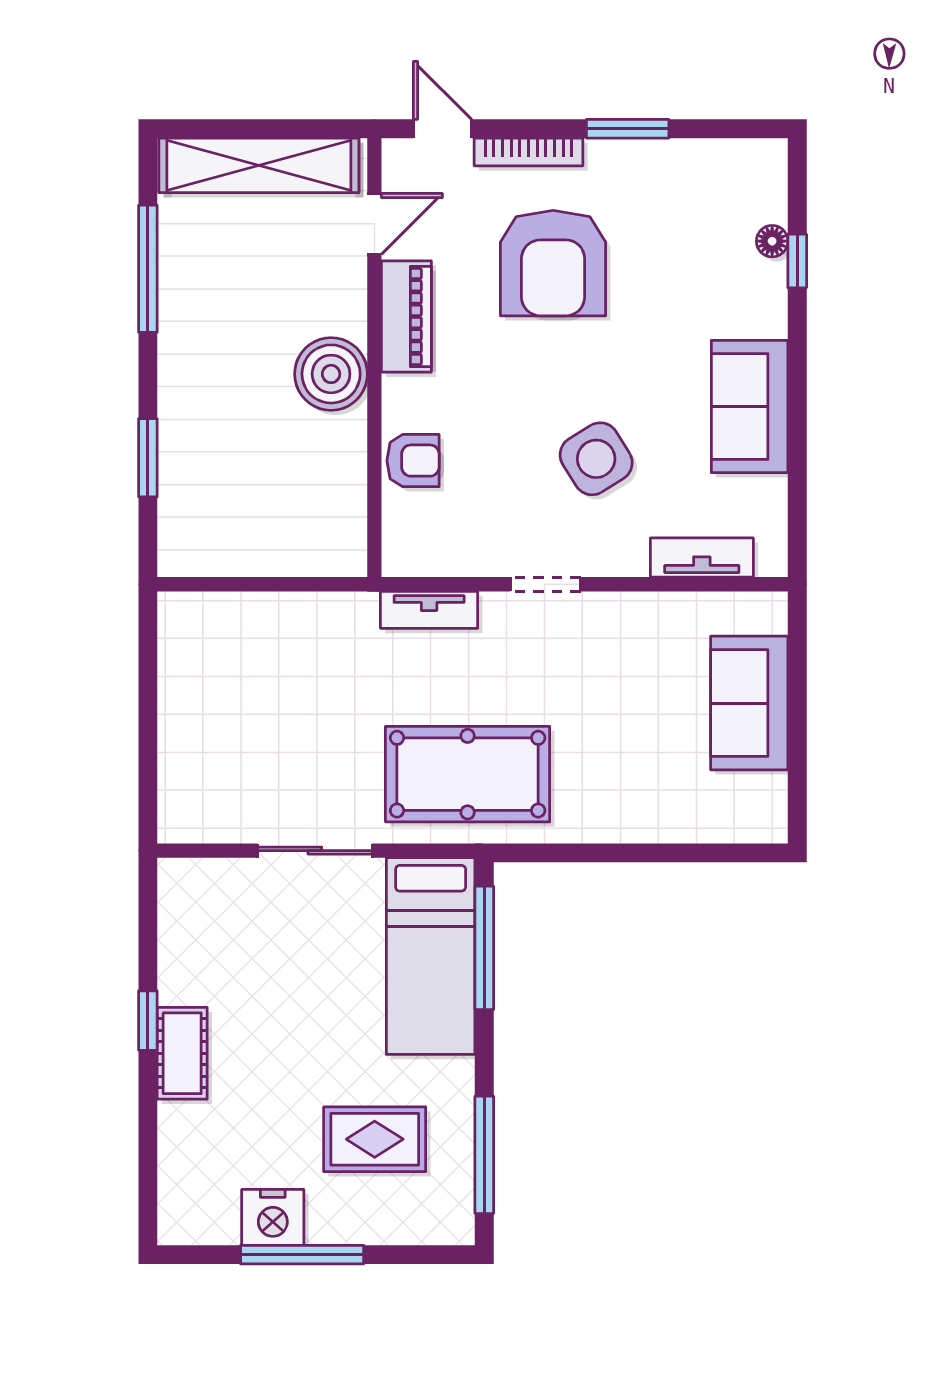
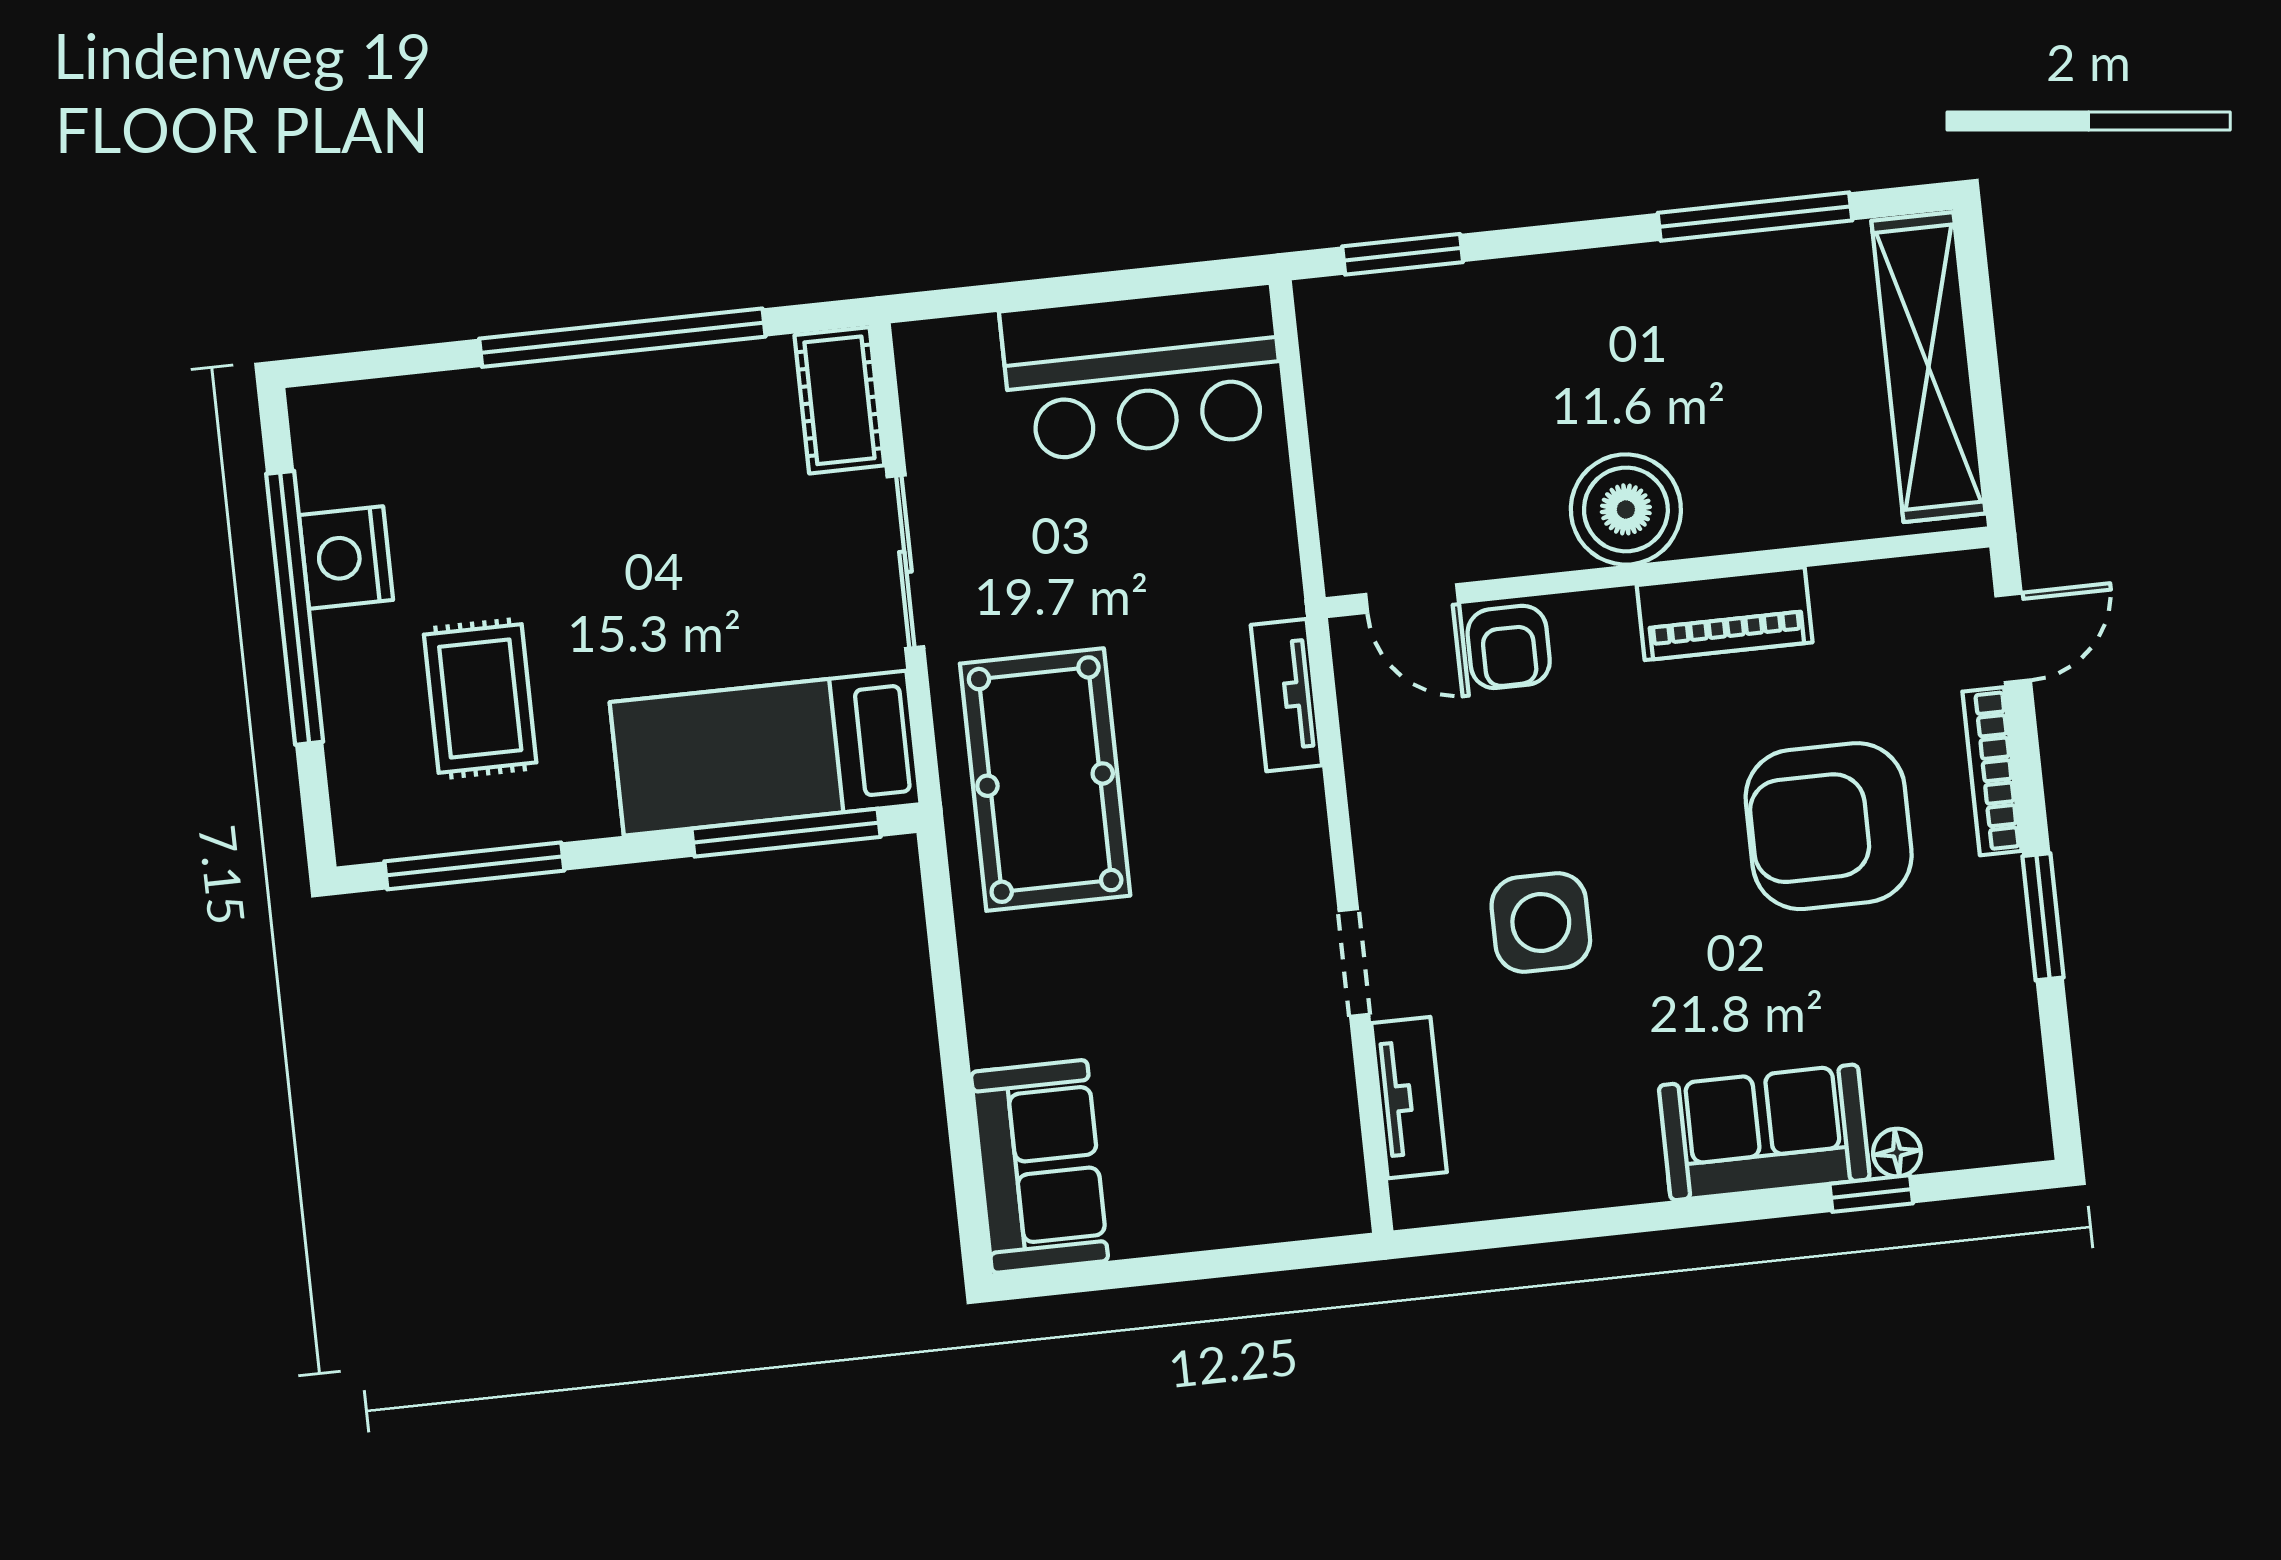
door: (374, 224) -> (1412, 598), moved
sofa: (750, 407) -> (1764, 1132), moved
window: (148, 458) -> (1403, 254), moved
side table: (596, 459) -> (1541, 922), turned 32
doorway: (545, 584) -> (1354, 963), moved
bar counter: (207, 681) -> (1143, 373), added
sofa: (749, 703) -> (1040, 1166), moved, turned 90
window: (148, 1021) -> (622, 338), width x3.17
cot: (182, 1053) -> (839, 400), moved, turned 90
window: (302, 1255) -> (295, 608), width x1.46

